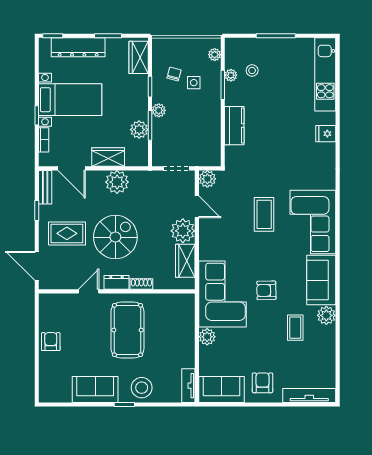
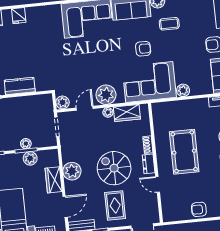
plant: (159, 110) -> (26, 144), moved
coffee table: (264, 214) -> (85, 56), removed
plant: (183, 231) -> (108, 112), width x0.53, depth x0.53
plant: (212, 236) -> (106, 95), added
armchair: (266, 290) -> (143, 49), turned -89
pool table: (127, 330) -> (184, 152), turned 90

